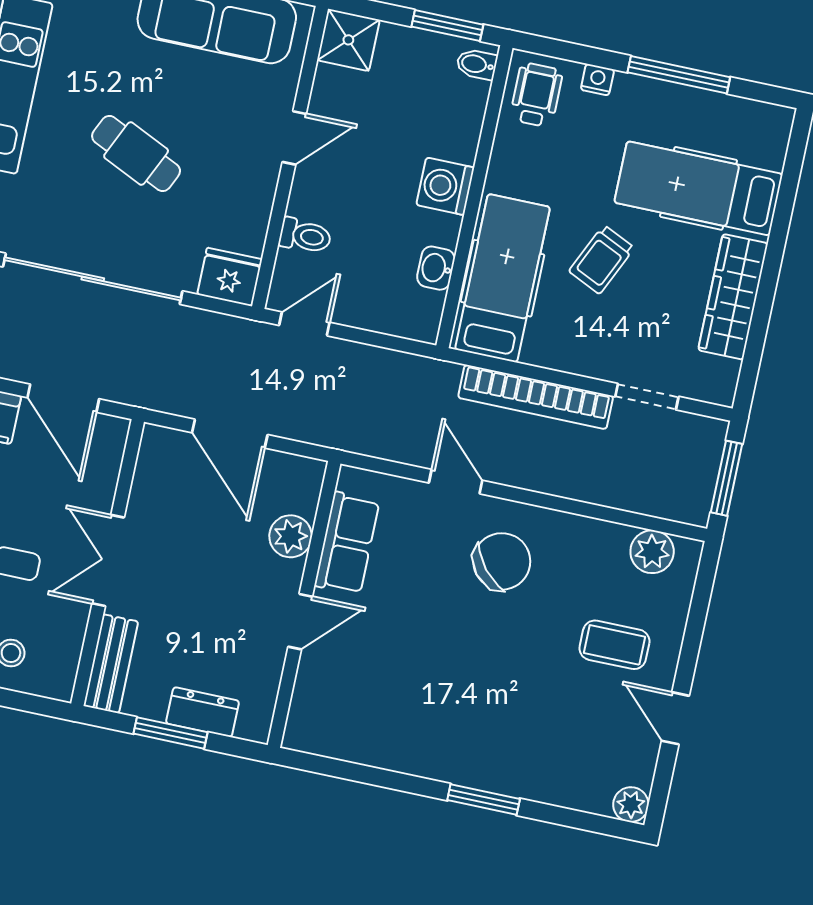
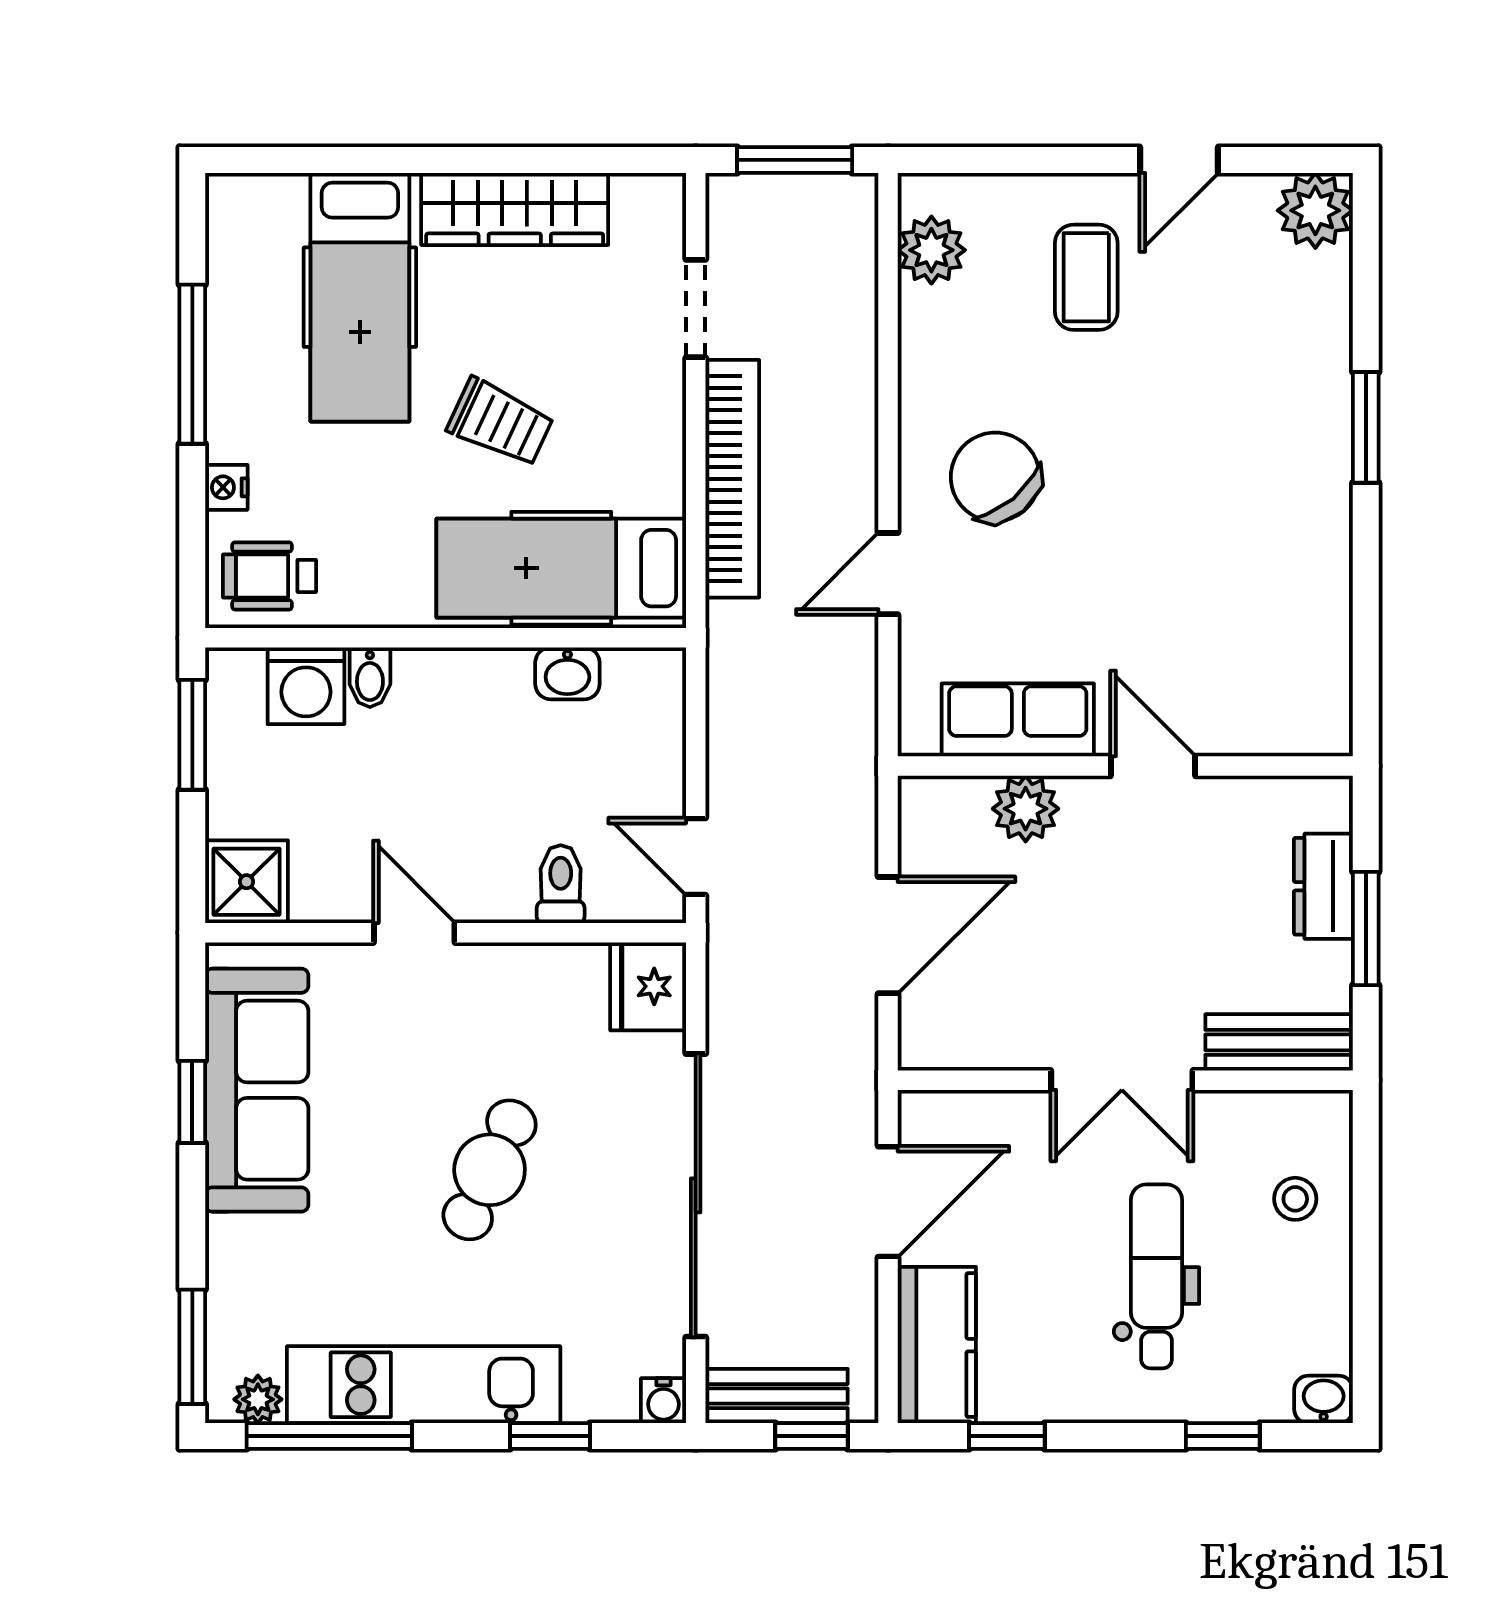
bidet: (477, 64) -> (370, 677), moved
washing machine: (445, 186) -> (306, 686), moved
plant: (631, 805) -> (1315, 210), width x1.38, depth x1.38

